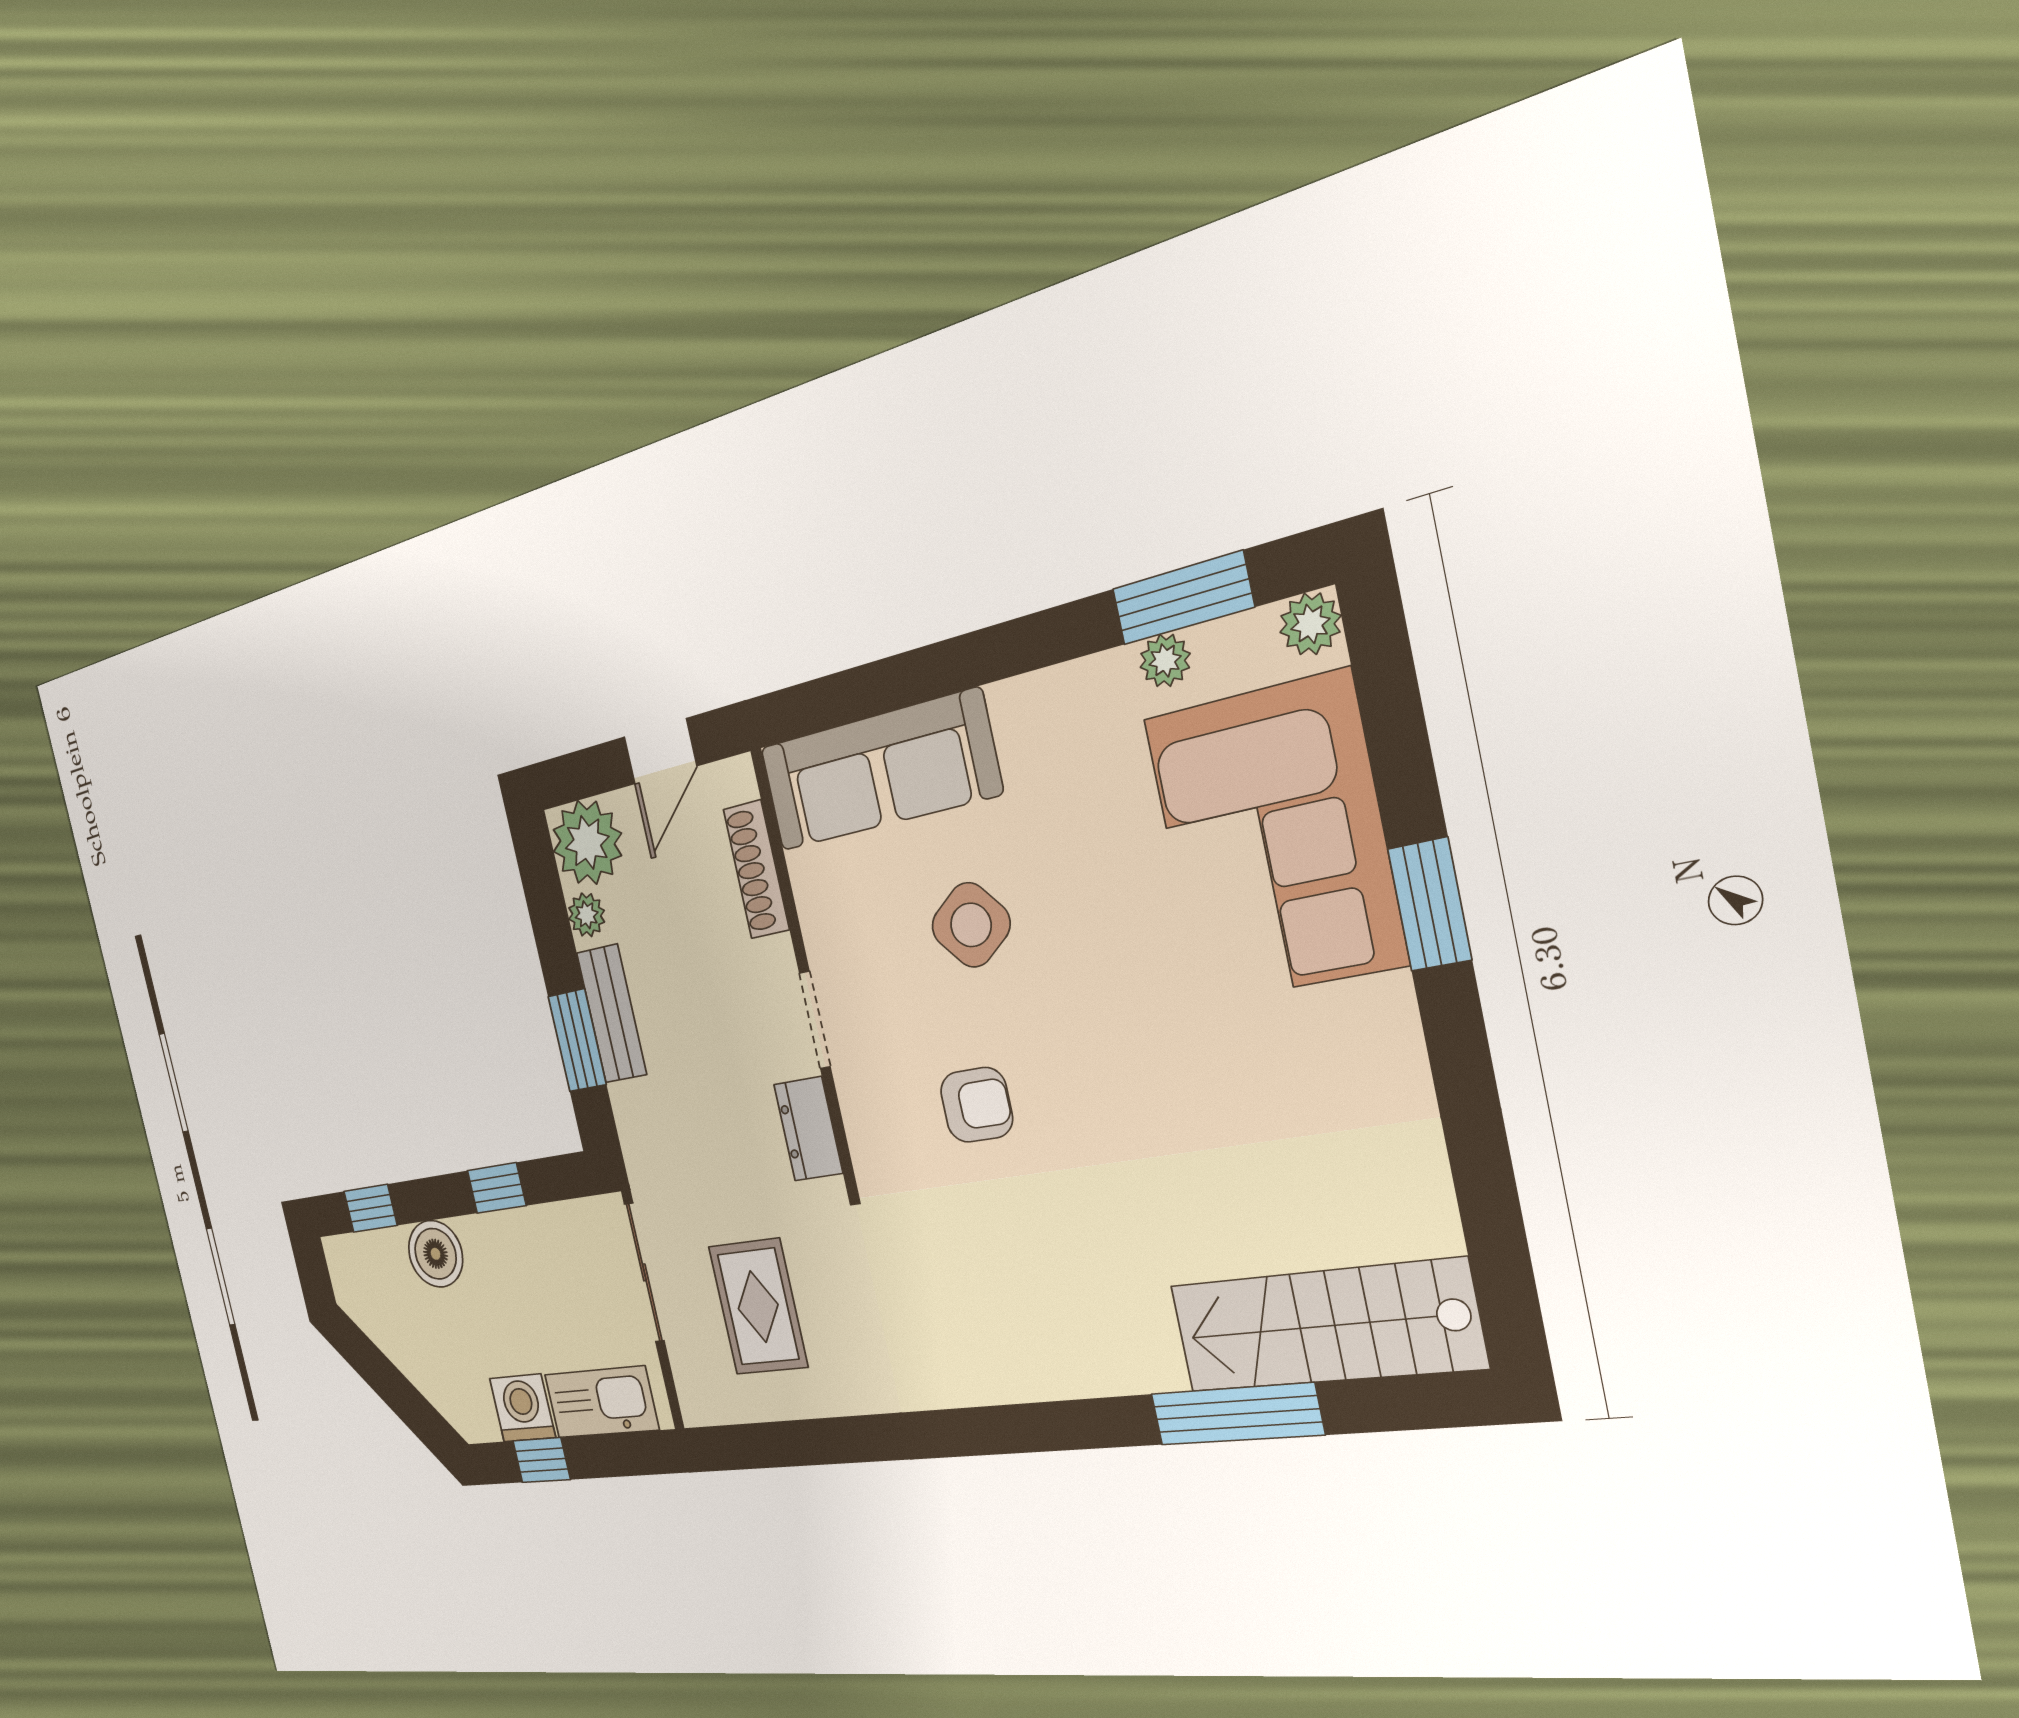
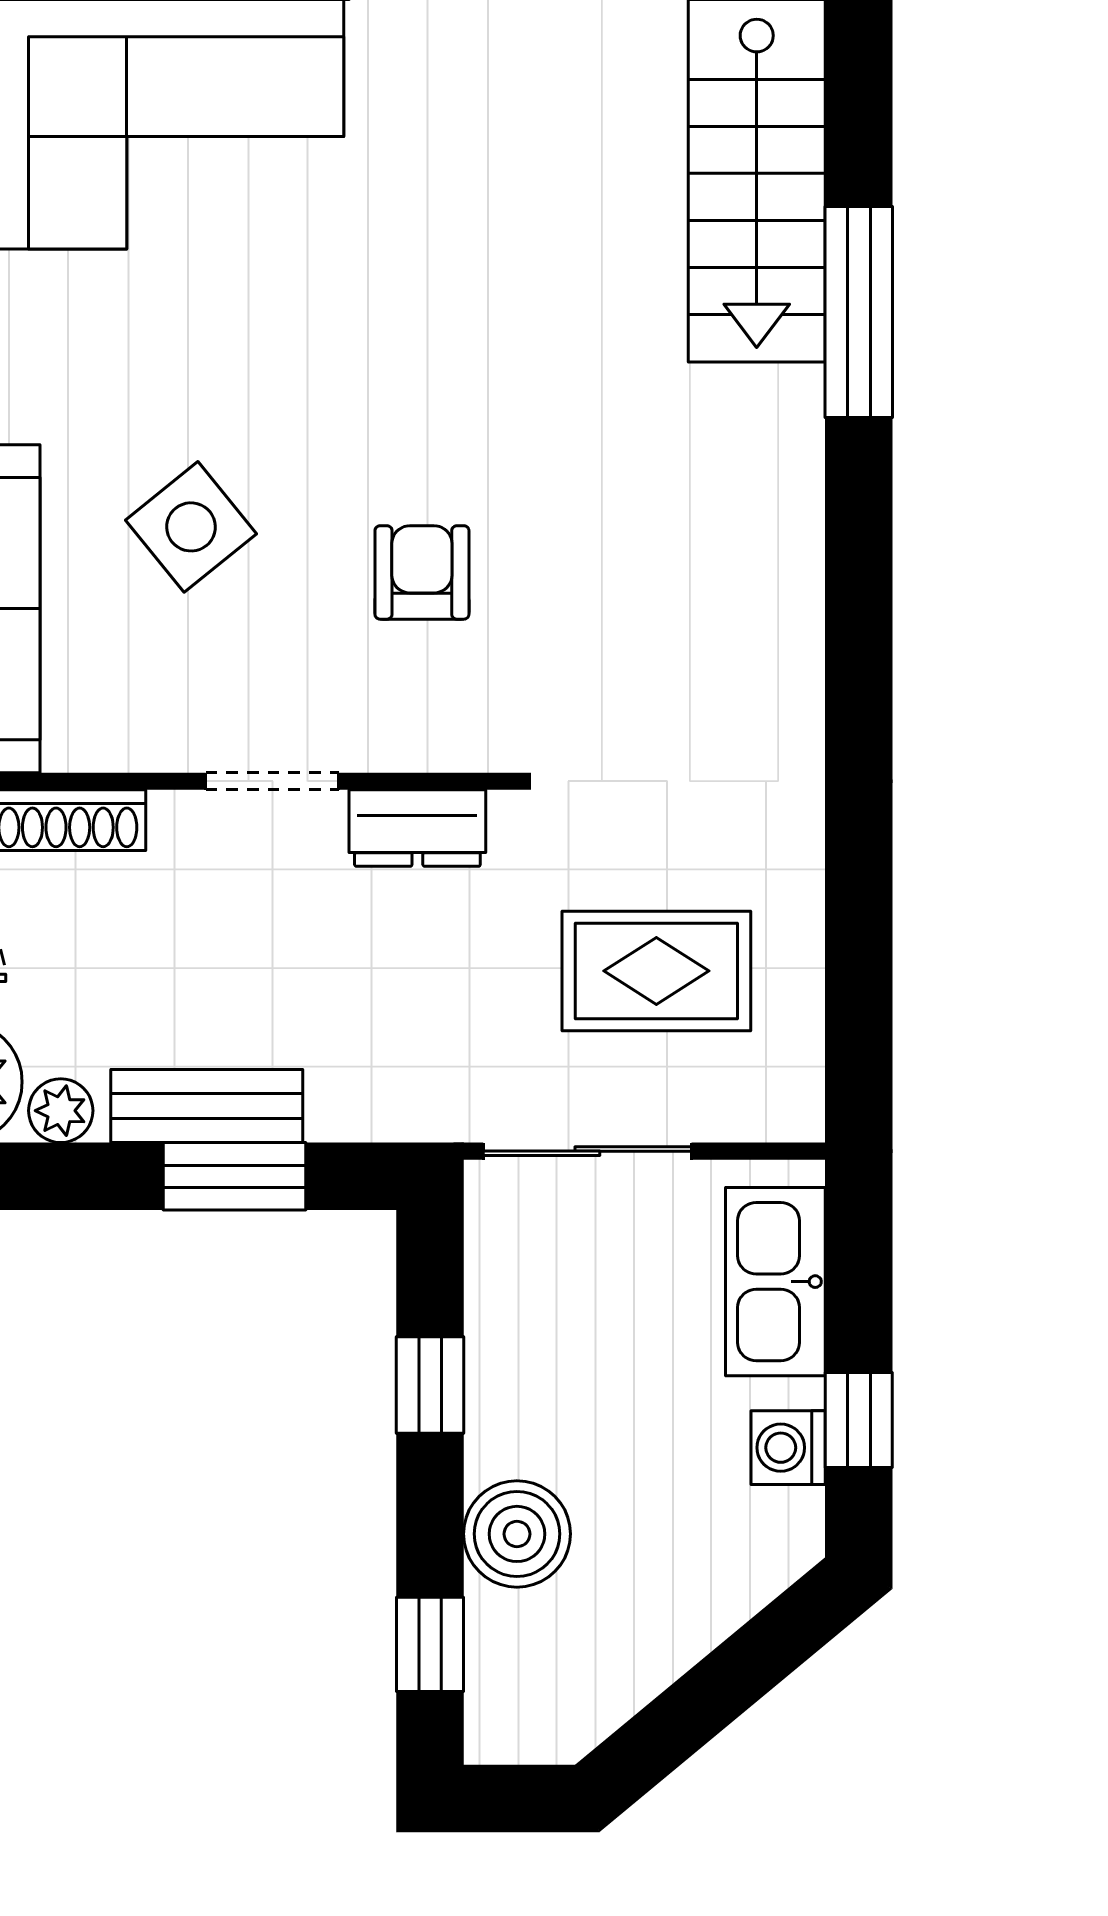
washing machine: (522, 1408) -> (788, 1448), width x0.73, depth x0.73

